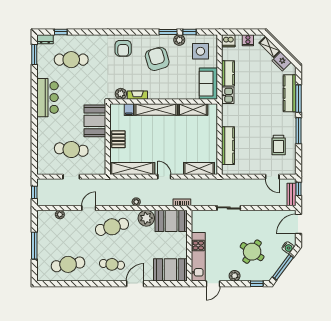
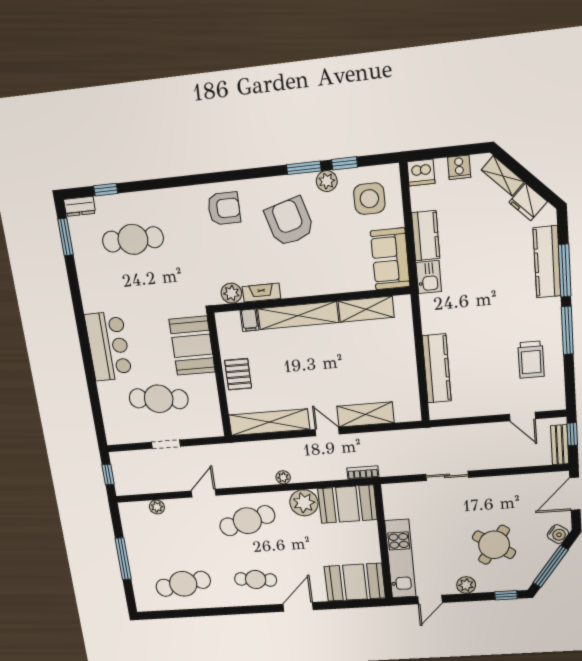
armchair: (123, 48) -> (224, 208), turned -90
bar counter: (47, 98) -> (108, 346), moved
shelving: (199, 168) -> (365, 415), moved

